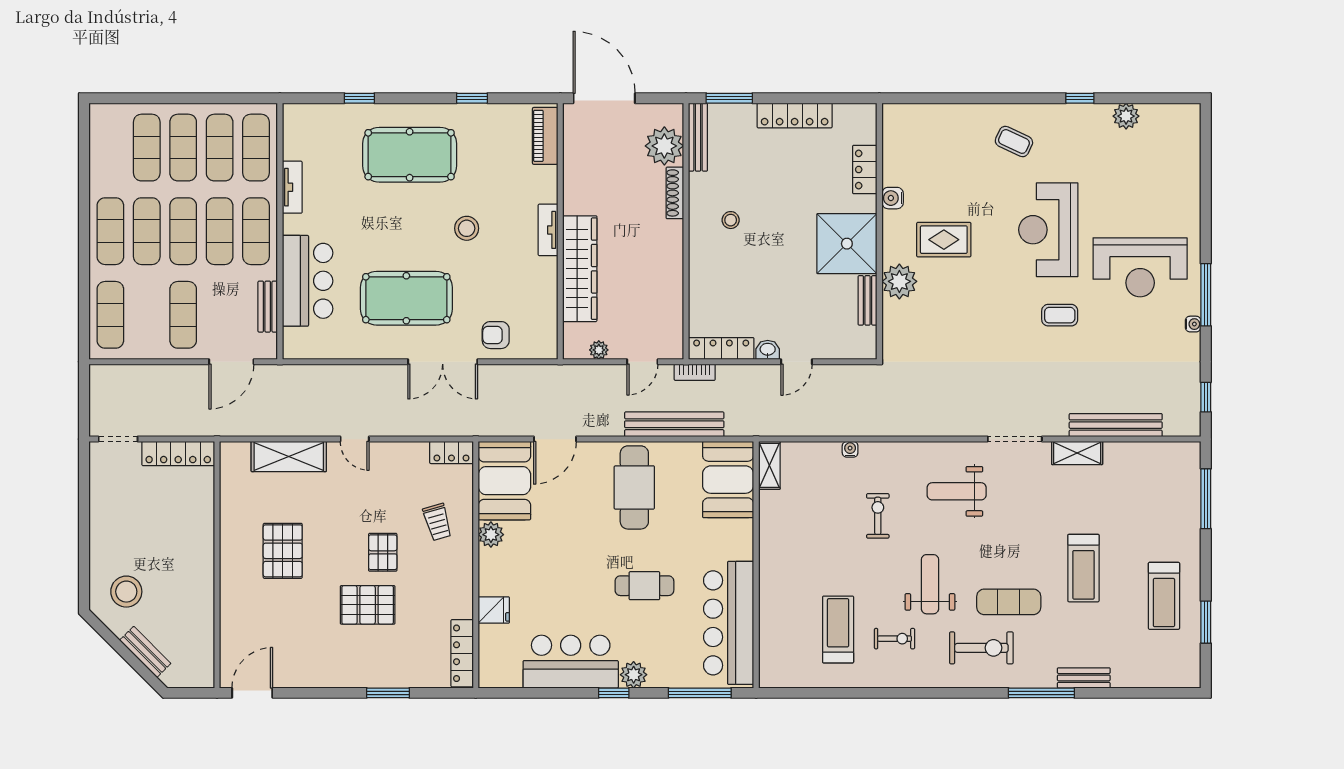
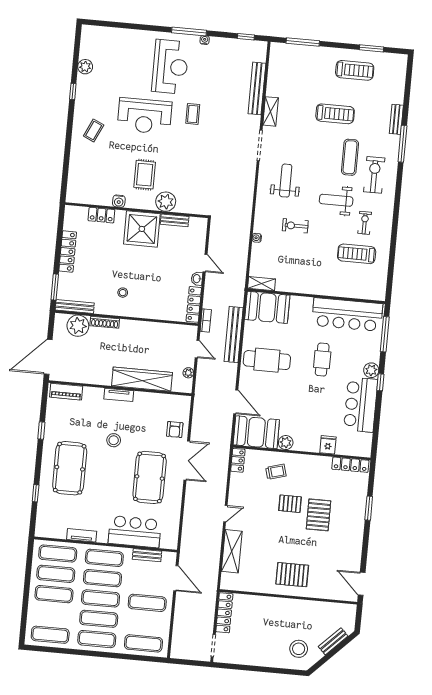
exercise mat: (147, 148) -> (50, 635), moved
weight bench: (957, 491) -> (286, 181), turned 180
pallet: (283, 551) -> (292, 575), moved

